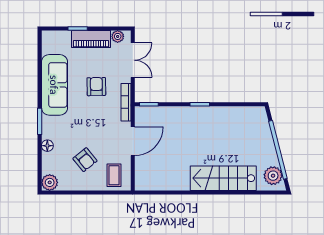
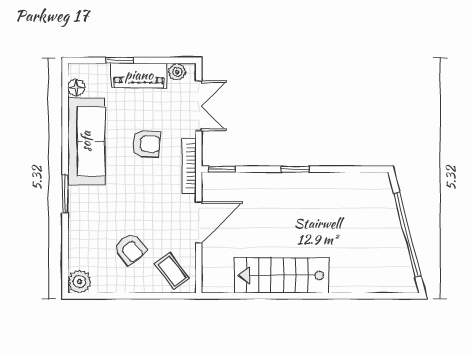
armchair: (96, 87) -> (147, 144), turned 94
floor lamp: (47, 146) -> (76, 87), moved
coffee table: (114, 175) -> (172, 271), turned -37
plant: (273, 176) -> (400, 272), removed
stairs: (223, 178) -> (281, 275), moved

